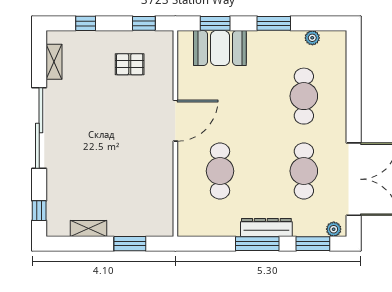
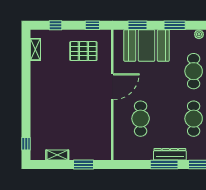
booth: (220, 48) -> (147, 45), width x1.36, depth x1.42
pallet: (130, 64) -> (83, 51), width x1.50, depth x1.42
sliding door: (39, 128) -> (26, 91), removed

